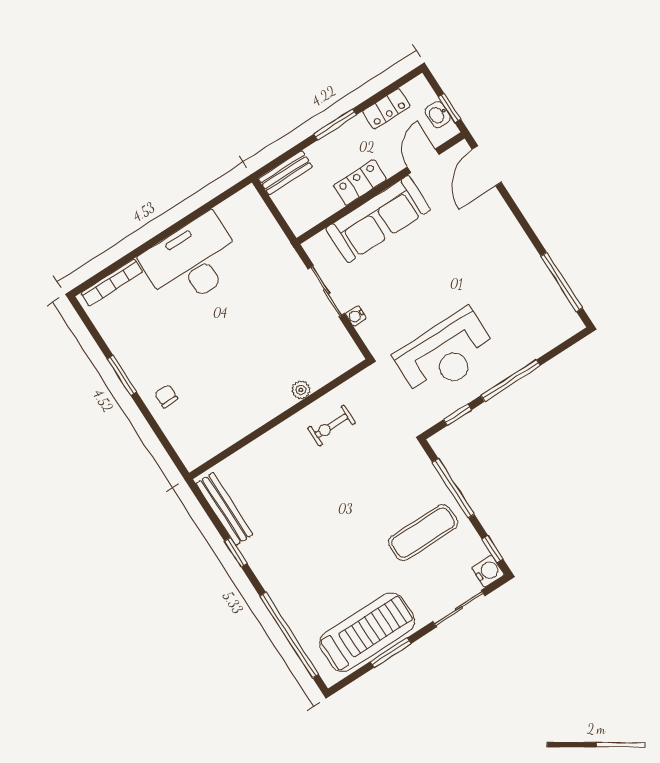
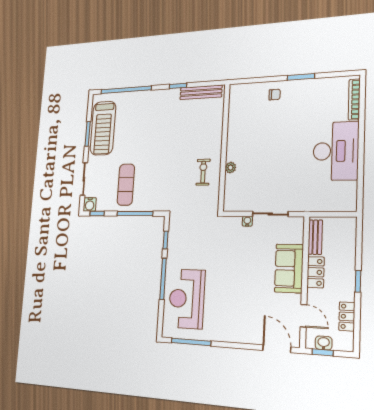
window: (335, 124) -> (358, 281), width x0.67
bench: (285, 173) -> (315, 237), moved
sofa: (378, 219) -> (289, 268), width x0.73
reception desk: (445, 354) -> (187, 299), moved

